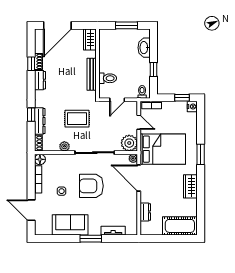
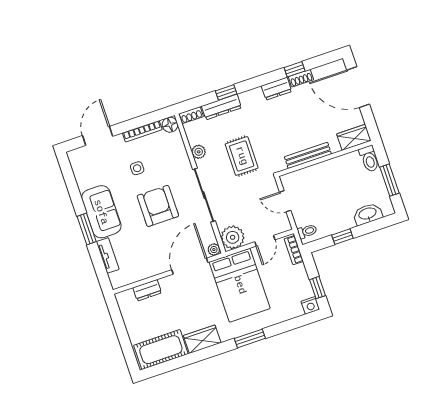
toilet: (108, 78) -> (369, 159), moved
sofa: (70, 225) -> (101, 212), moved
cot: (180, 226) -> (161, 350), moved, turned 90

